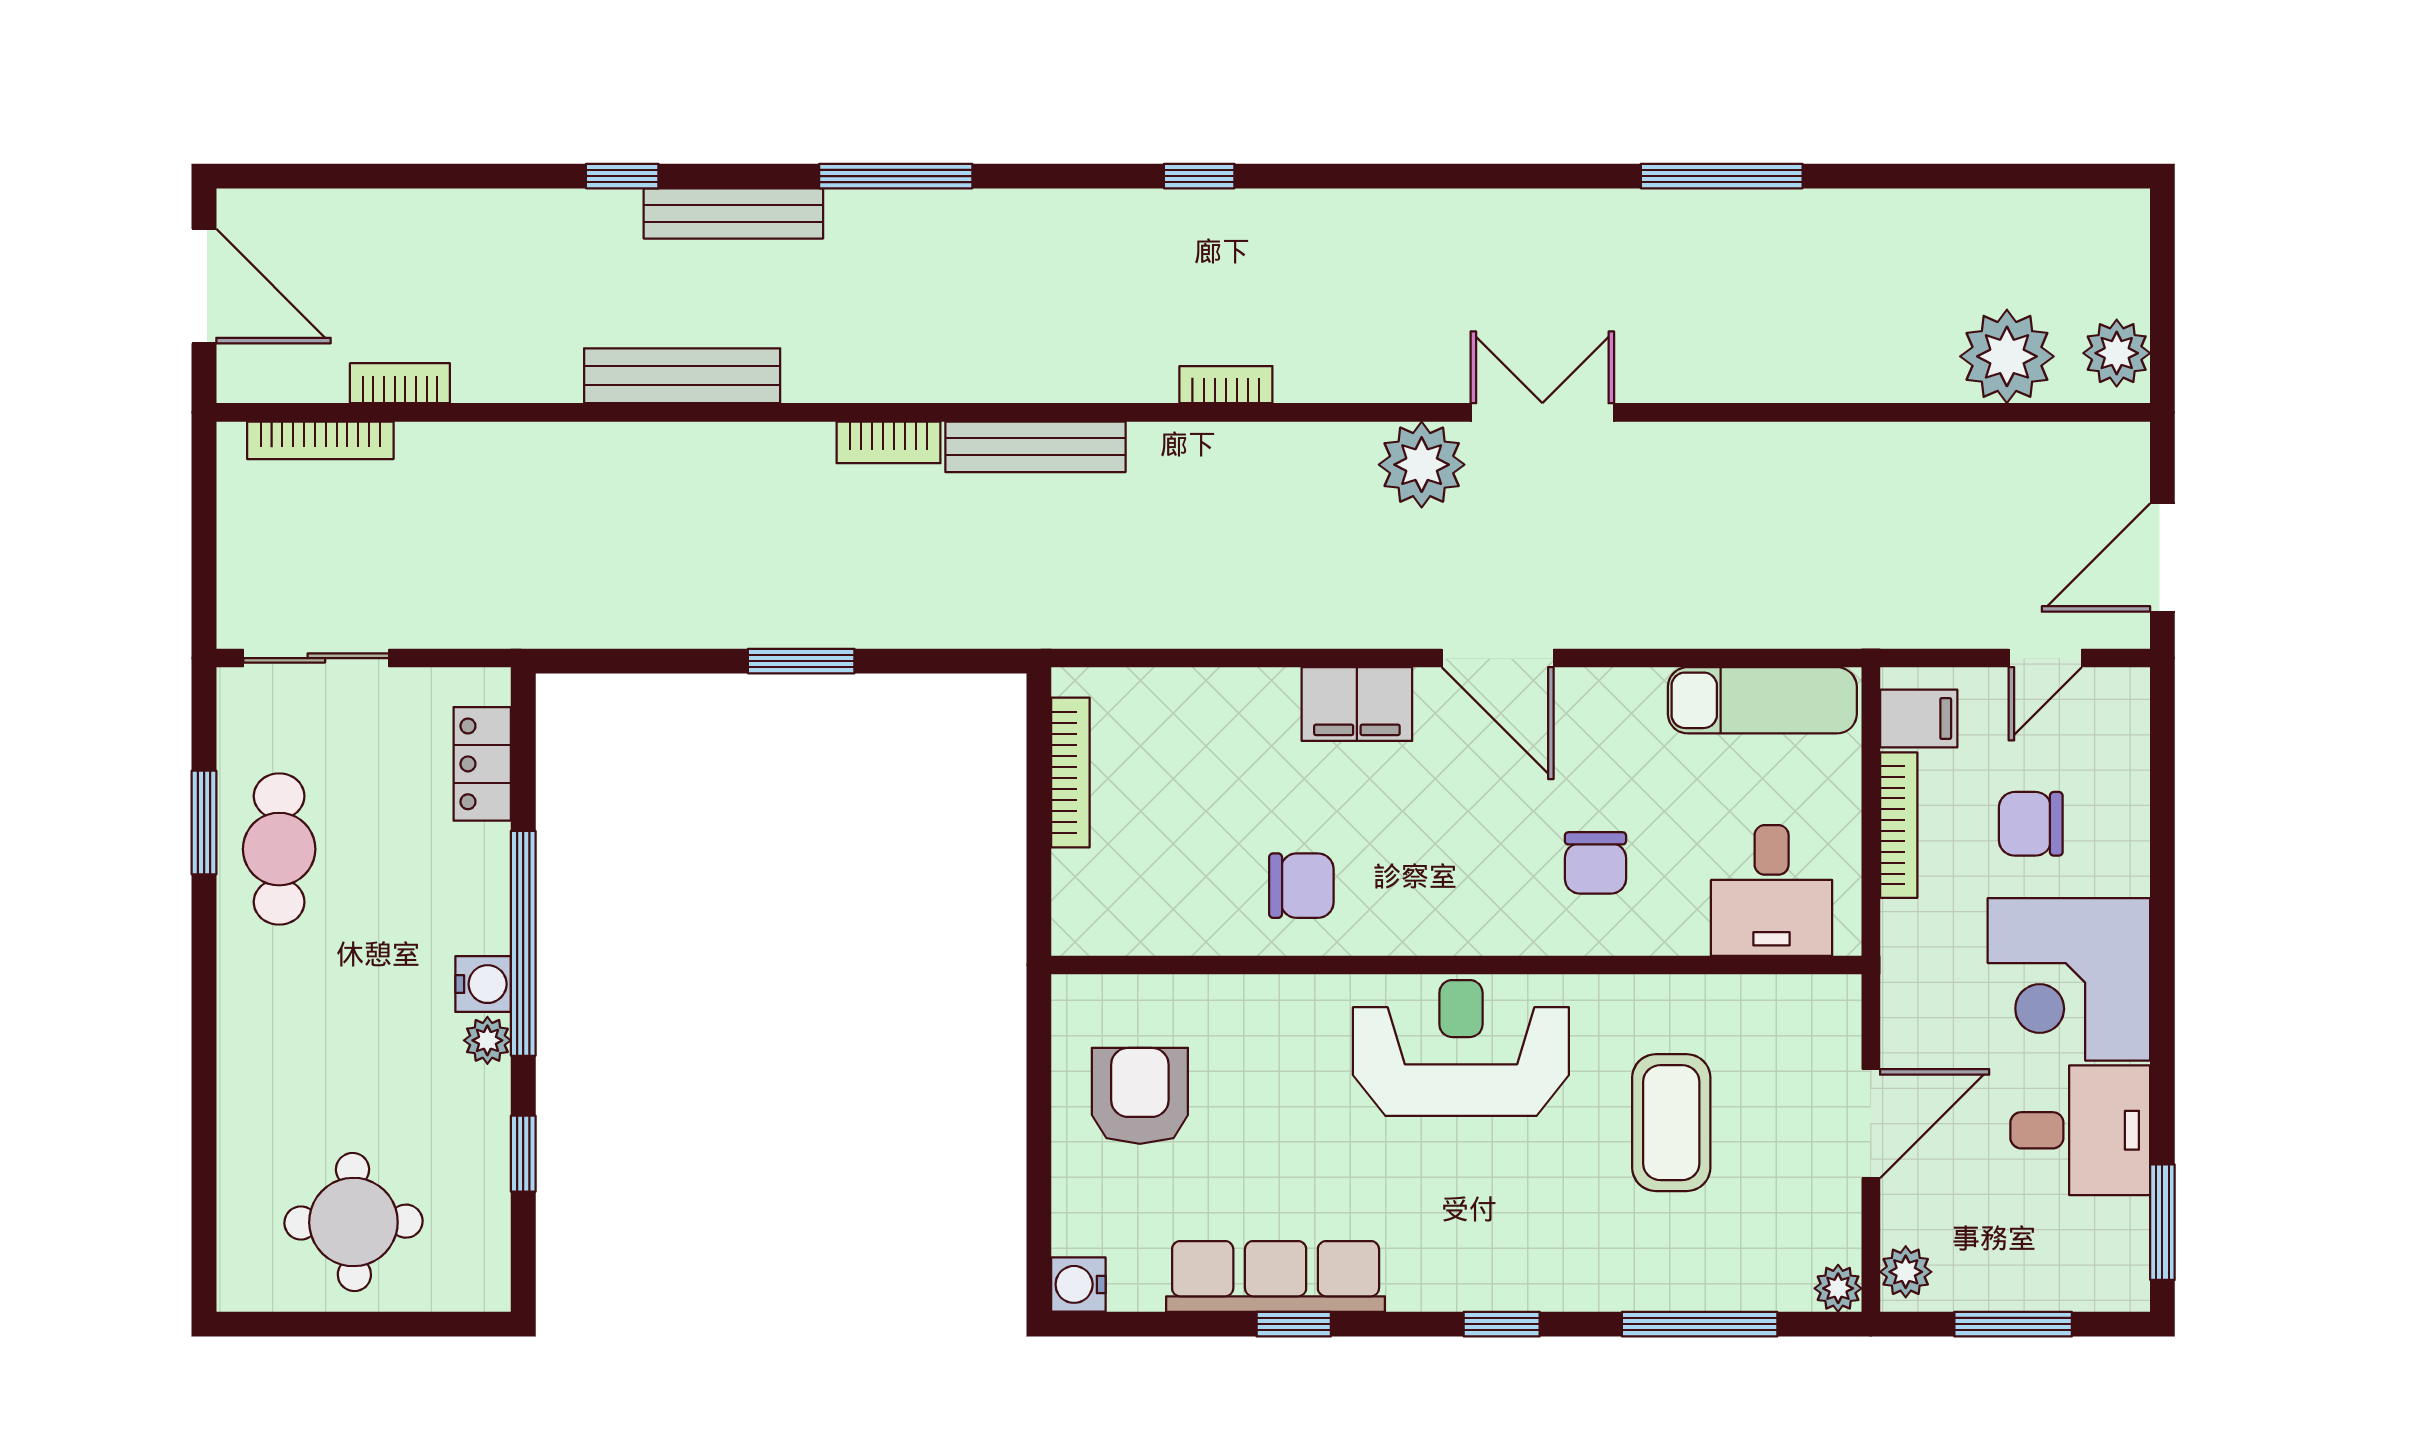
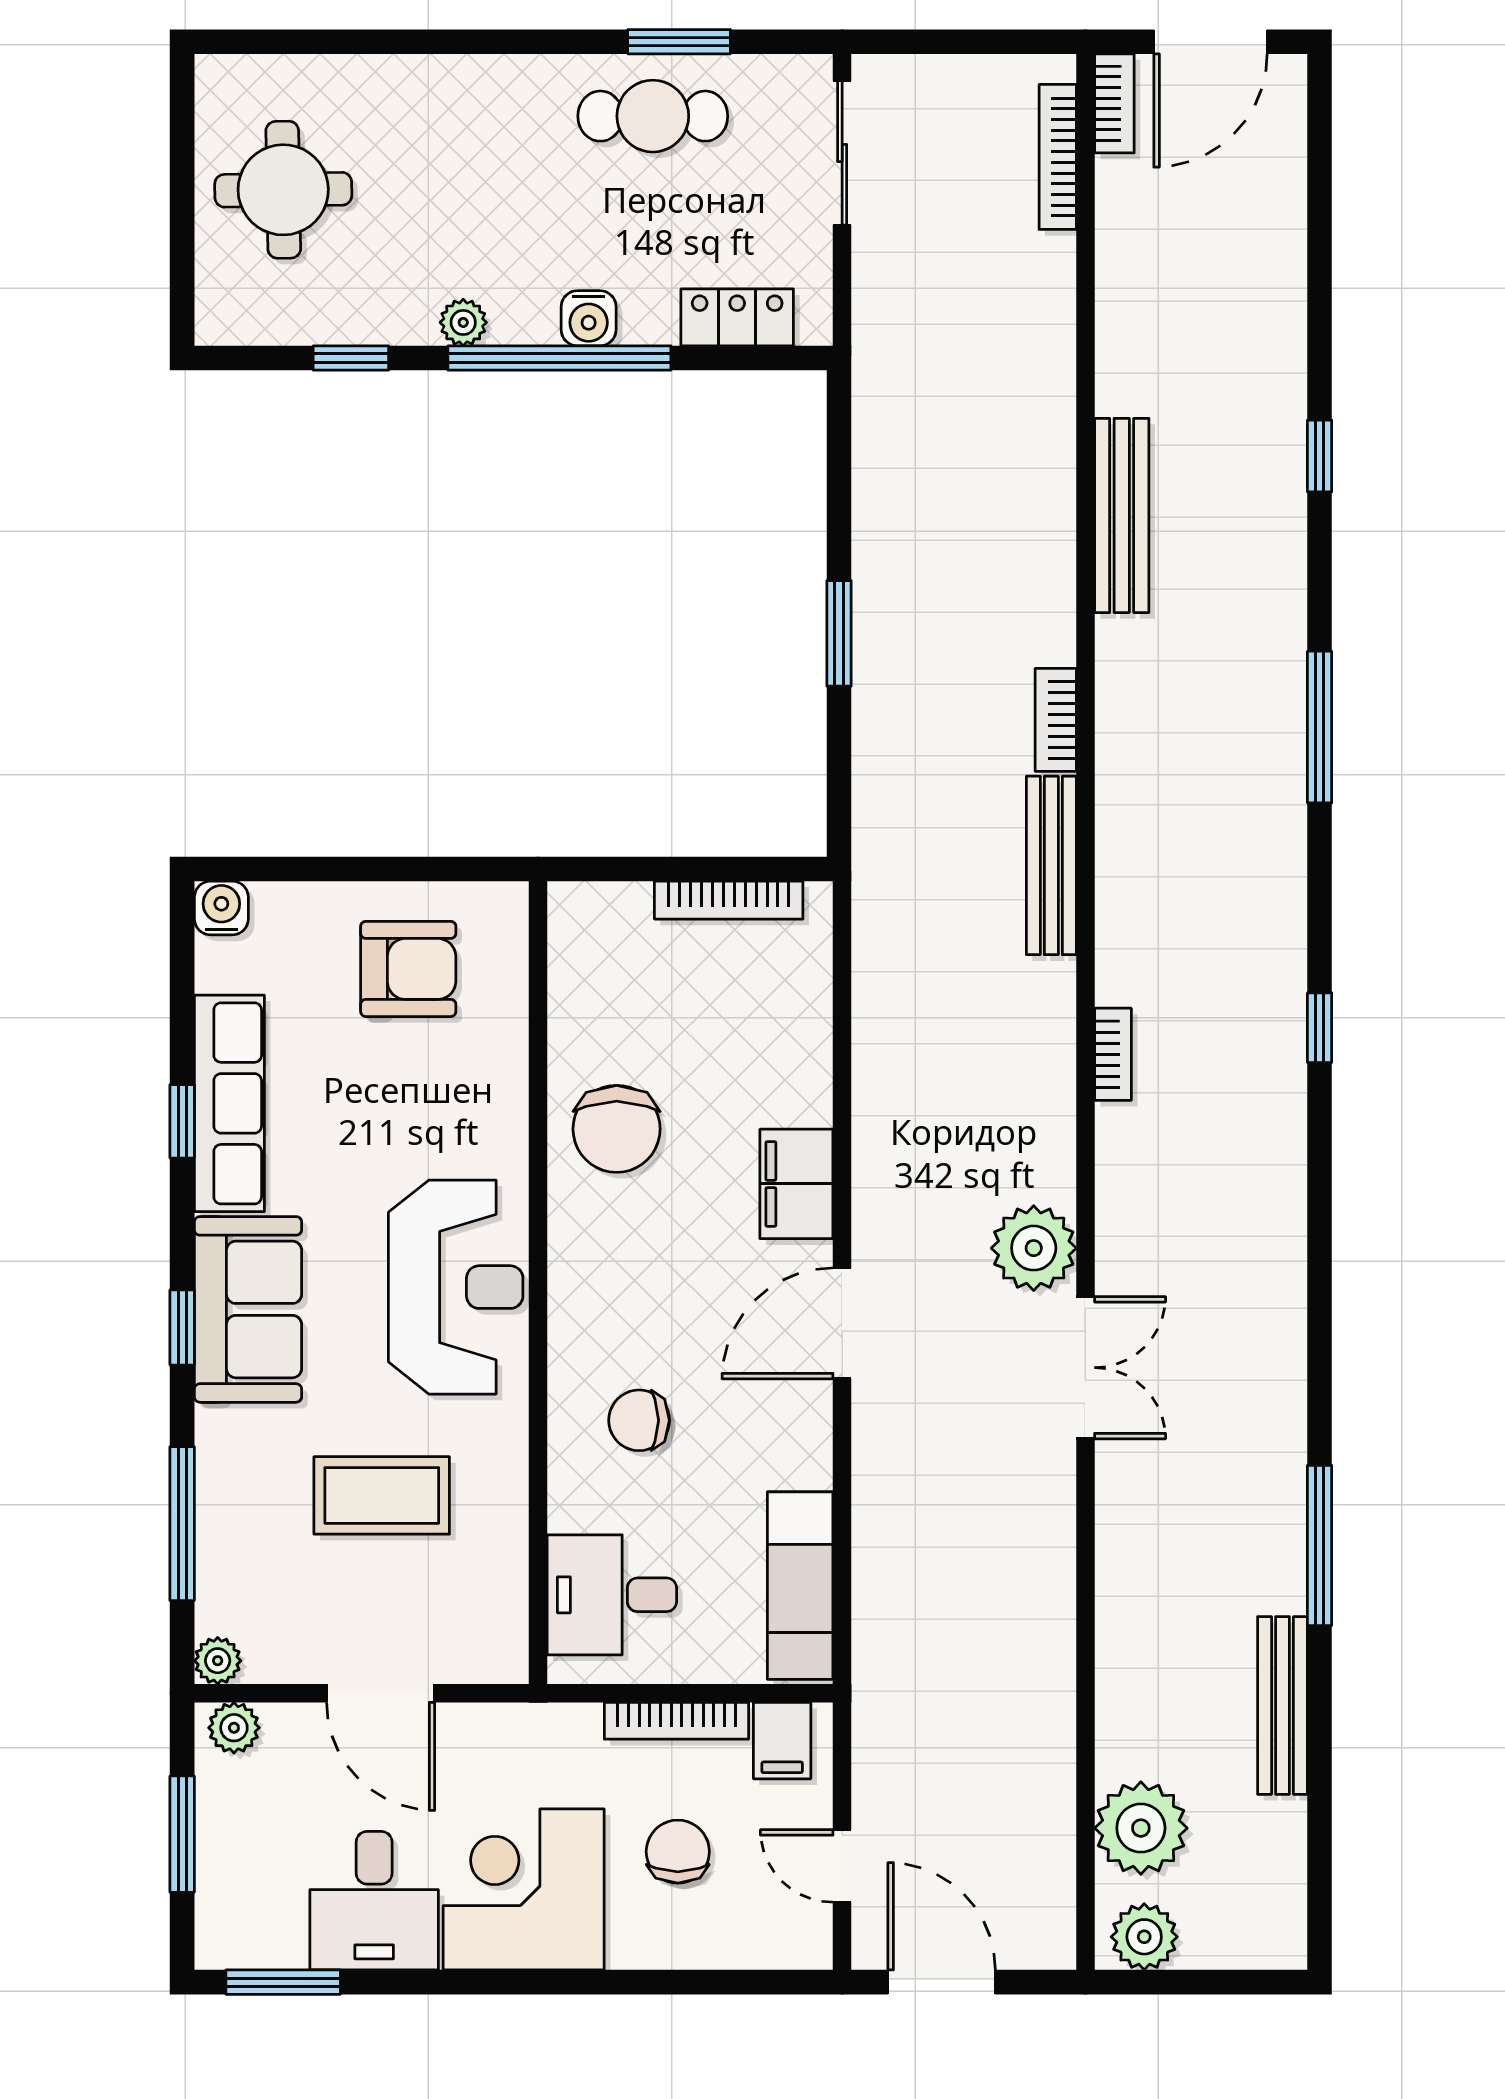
bench: (733, 213) -> (1283, 1705), moved
bookcase: (400, 383) -> (1114, 103), moved
chair: (1301, 886) -> (617, 1129), width x1.37, depth x1.37
water cooler: (483, 984) -> (589, 318), moved
sofa: (1484, 1258) -> (248, 1309), added

